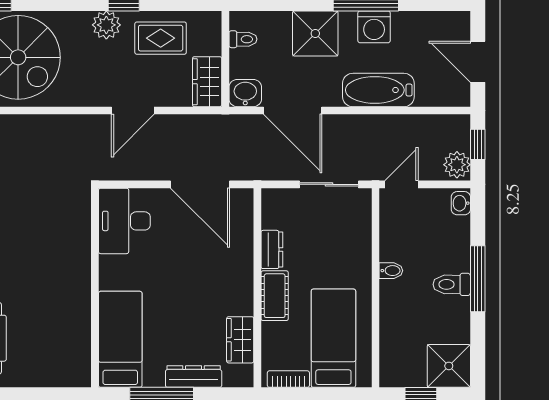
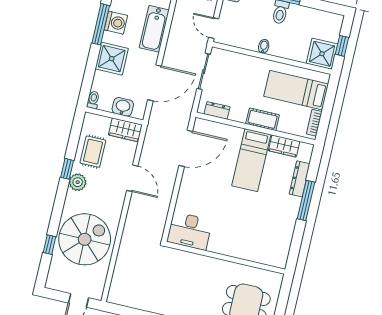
toilet: (243, 39) -> (93, 100), moved
washbasin: (245, 93) -> (123, 107), moved, turned 90
desk: (124, 221) -> (190, 231), moved
dresser: (272, 249) -> (217, 110), moved
wall: (95, 288) -> (225, 258), moved
bed: (120, 339) -> (251, 160), moved, turned -90
shower: (449, 366) -> (322, 54), moved

